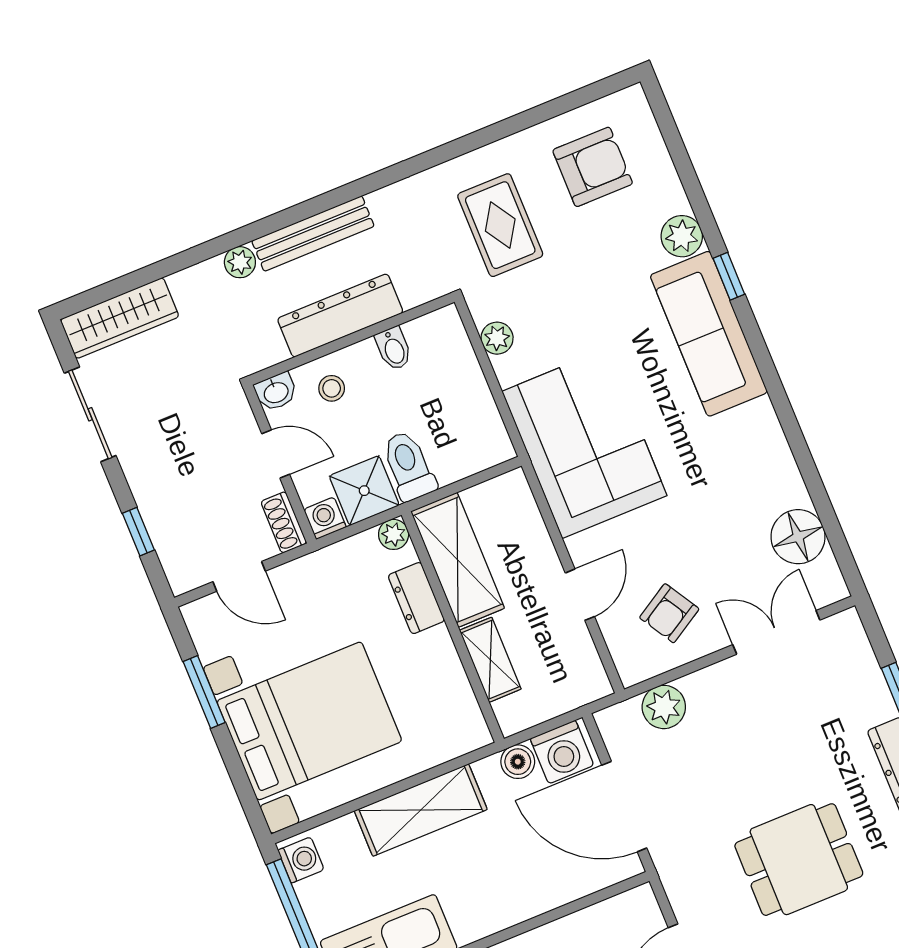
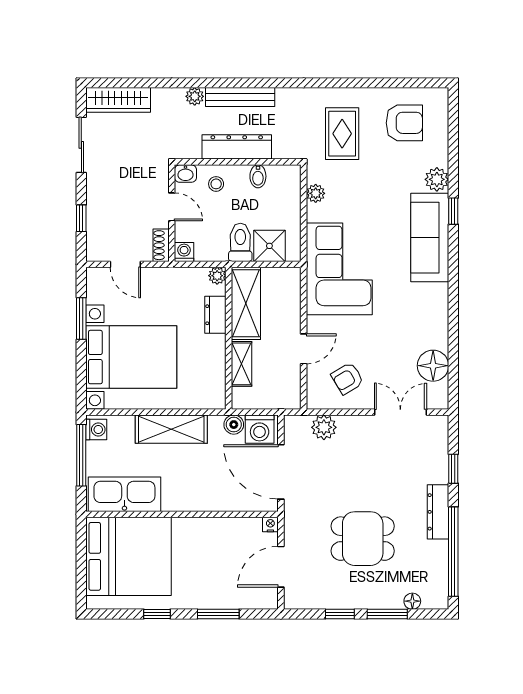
shower: (364, 491) -> (269, 246), moved
nightstand: (642, 898) -> (270, 524), added

